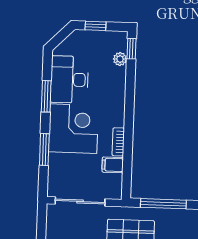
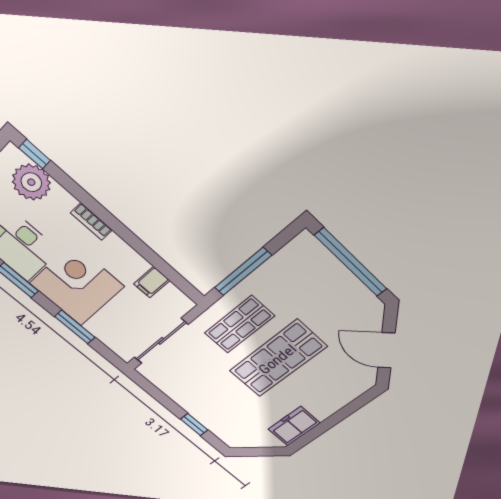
plant: (120, 59) -> (31, 182), width x1.88, depth x1.88
bookcase: (118, 142) -> (91, 221), moved

